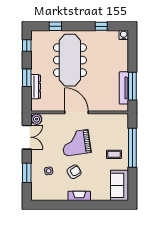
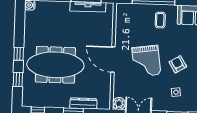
window: (101, 26) -> (19, 54), moved
door: (77, 112) -> (113, 60), hinge flipped

